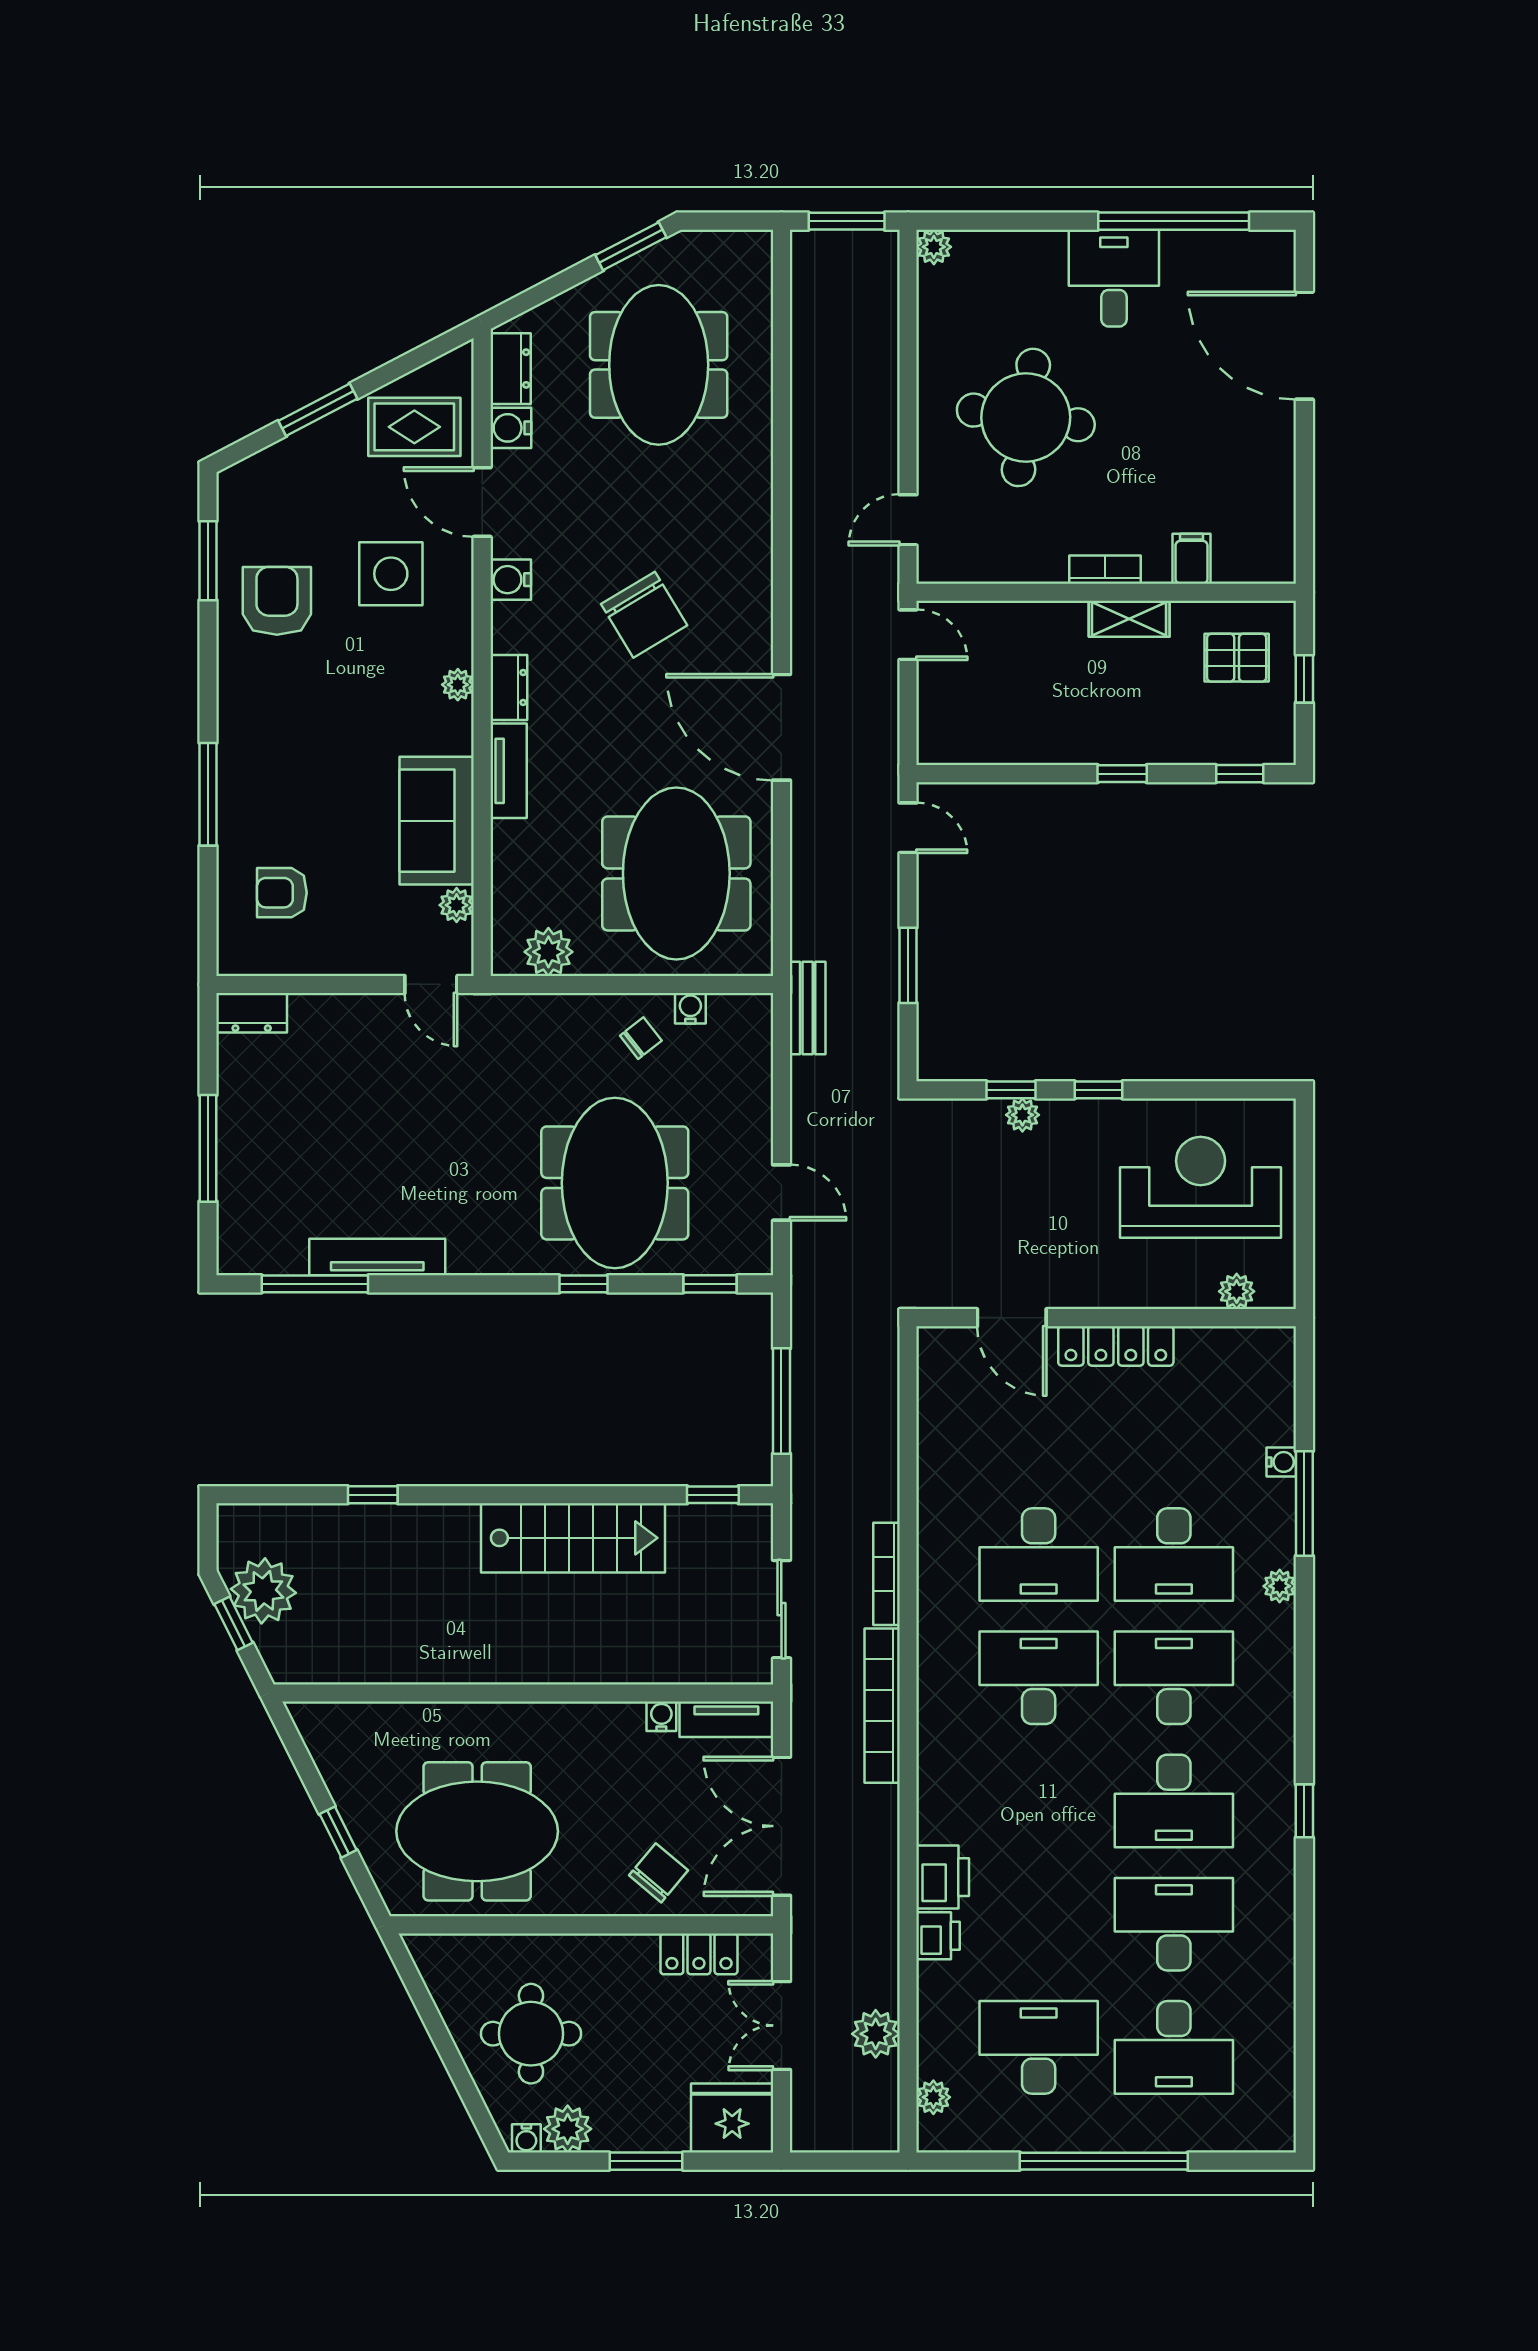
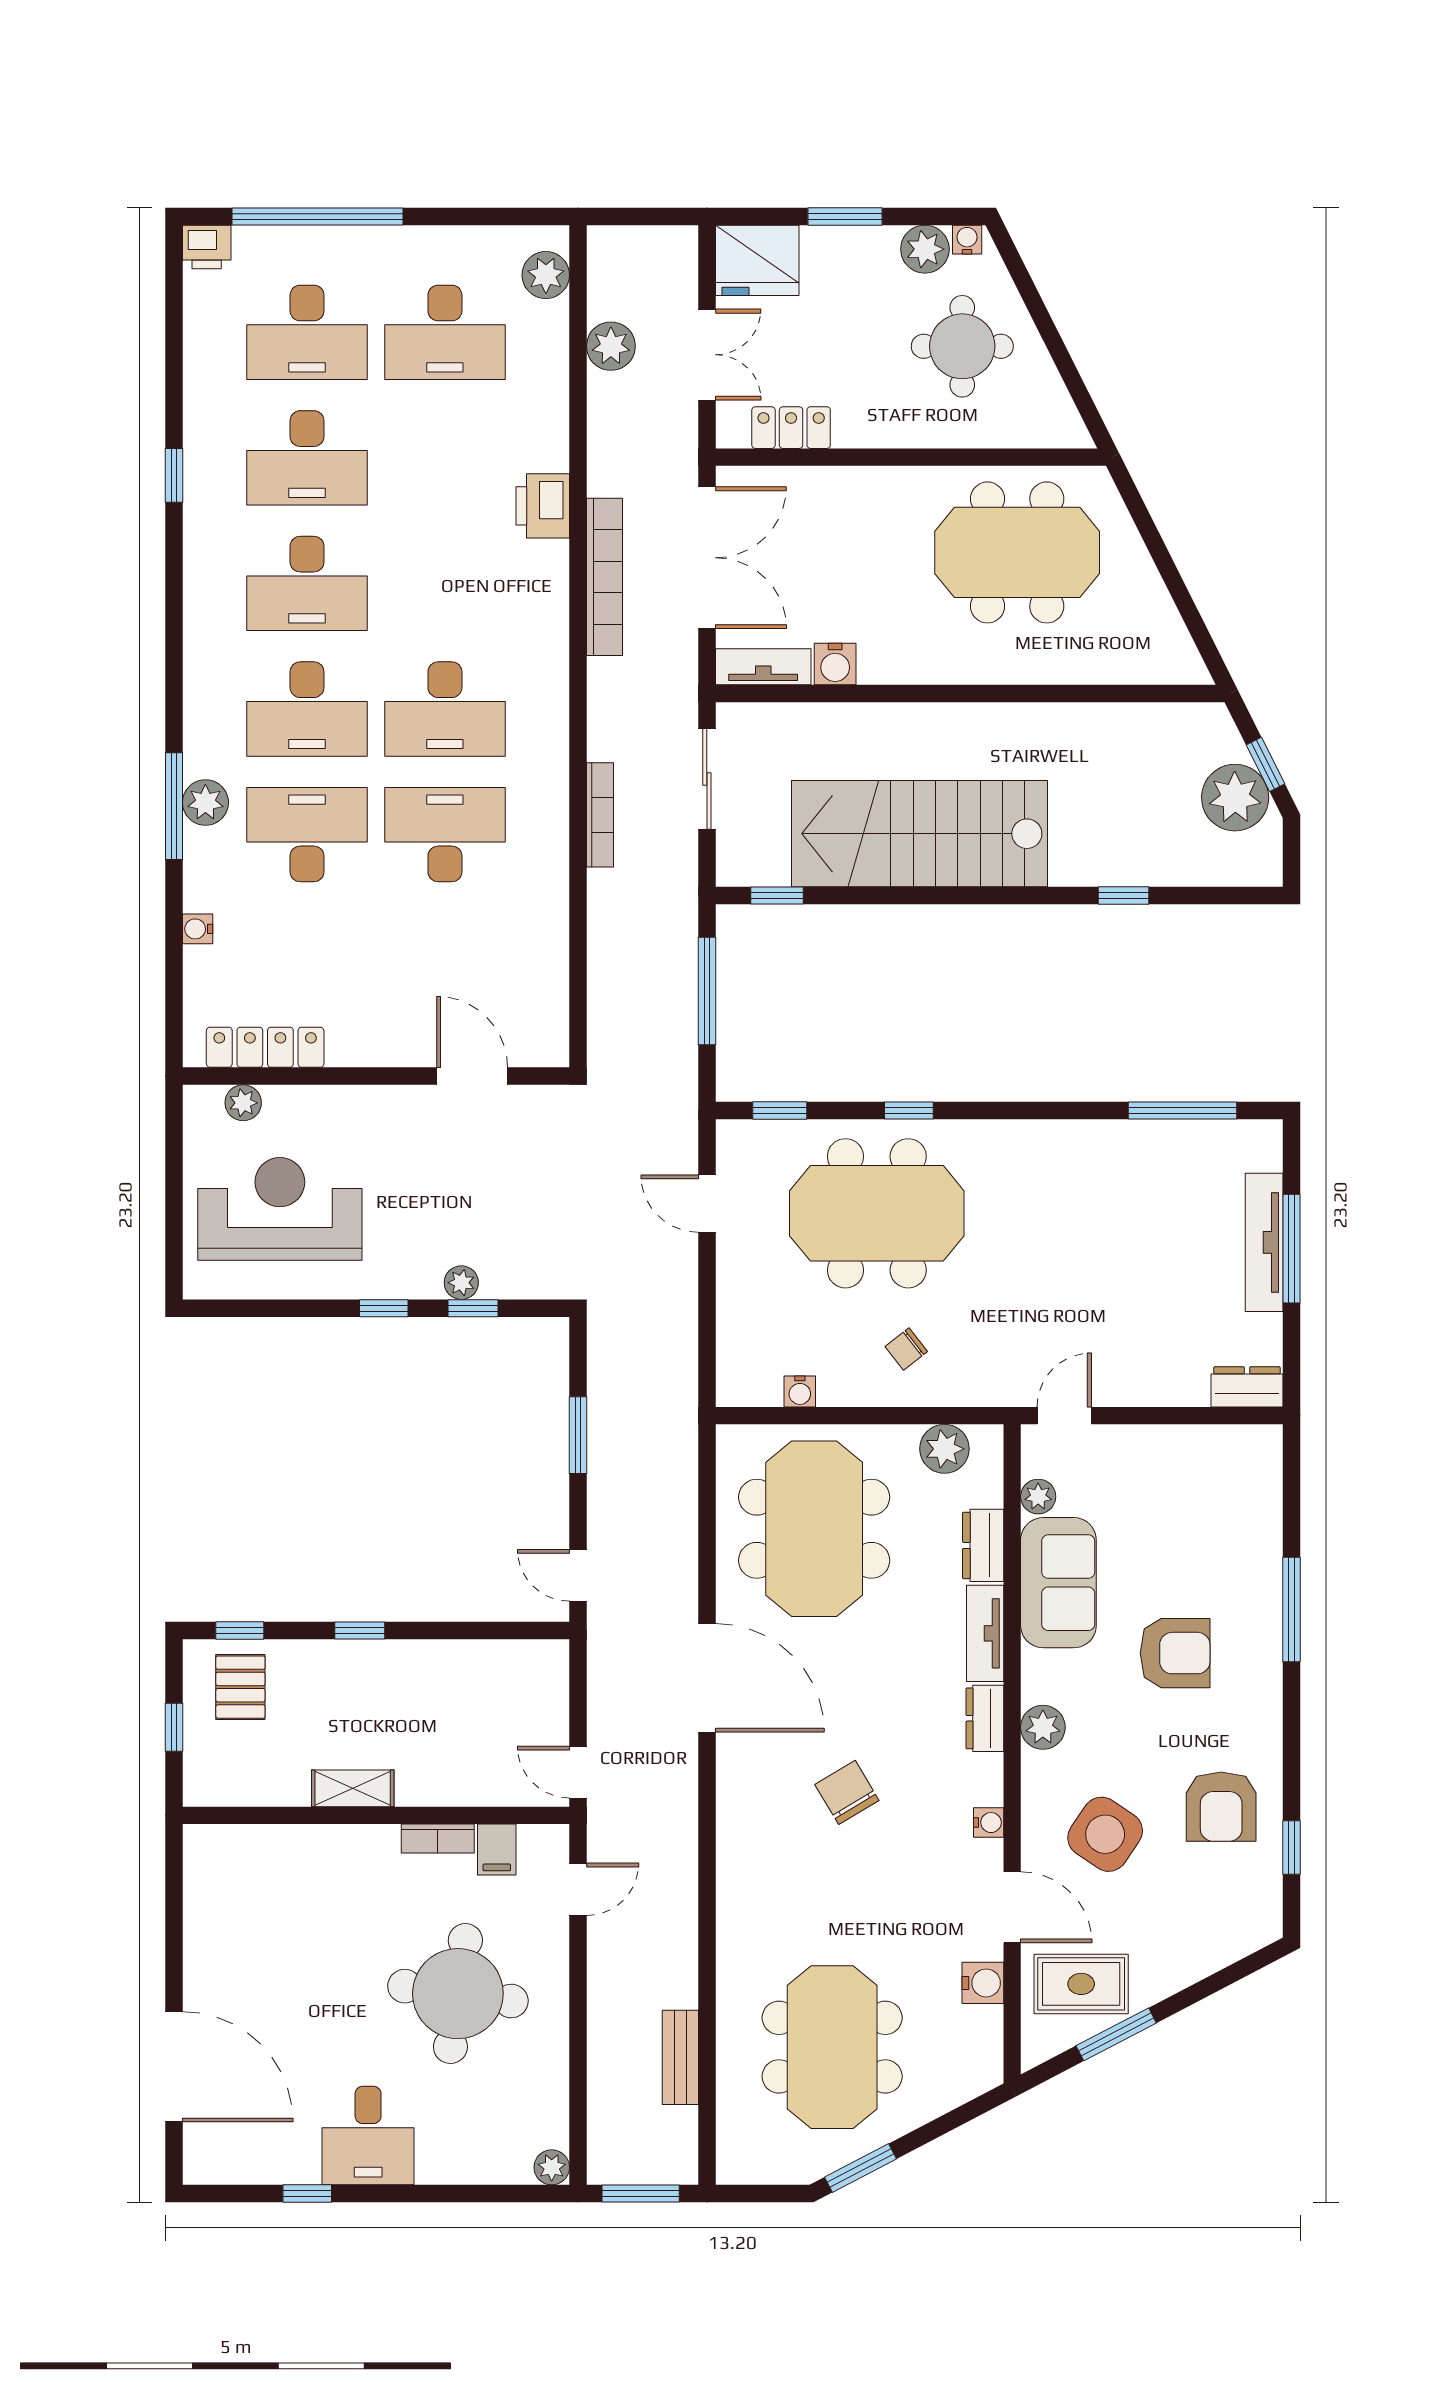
window: (1174, 221) -> (307, 2194), width x0.32
dresser: (511, 369) -> (983, 1545), moved
window: (318, 410) -> (1116, 2034), moved
filing cabinet: (1191, 559) -> (497, 1850), moved
window: (208, 561) -> (1291, 1848), width x0.67
bookcase: (1105, 570) -> (438, 1838), moved
side table: (391, 574) -> (1105, 1834), turned 34
water cooler: (511, 580) -> (989, 1823), width x0.72, depth x0.72
chair: (644, 615) -> (847, 1792), width x0.73, depth x0.73
pallet: (1237, 658) -> (240, 1687), moved, turned 90
plant: (458, 685) -> (1043, 1727), width x1.38, depth x1.38
armchair: (282, 893) -> (1175, 1653), moved, width x1.38, depth x1.38
door: (431, 984) -> (1064, 1416), hinge flipped
bench: (808, 1008) -> (680, 2057), moved
chair: (641, 1038) -> (906, 1349), moved
meeting table: (615, 1183) -> (877, 1213), turned 90
reception desk: (1201, 1187) -> (280, 1209), turned 180
tv unit: (377, 1257) -> (1264, 1242), moved, turned 90
locker: (1116, 1346) -> (265, 1047), moved
window: (1304, 1504) -> (174, 806), moved
stairs: (573, 1538) -> (920, 834), width x1.36, depth x1.51
plant: (1280, 1586) -> (205, 802), width x1.38, depth x1.38
bookcase: (882, 1706) -> (604, 577), moved
water cooler: (661, 1716) -> (835, 664), width x1.38, depth x1.38
desk: (1174, 1801) -> (307, 583), turned 180
window: (1304, 1811) -> (174, 475), moved
window: (338, 1832) -> (1159, 552), removed
chair: (658, 1873) -> (832, 510), removed
printer: (938, 1936) -> (207, 247), moved, turned -90
desk: (1174, 2047) -> (307, 332), turned 180
plant: (933, 2097) -> (546, 275), width x1.38, depth x1.38
window: (1104, 2161) -> (318, 216), moved

